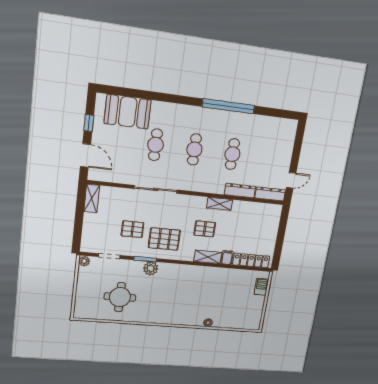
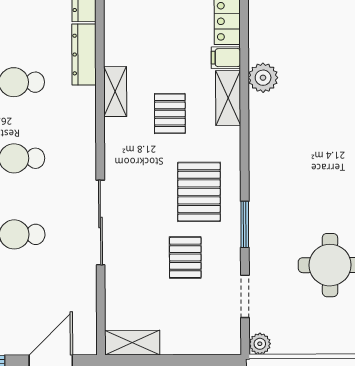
plant: (151, 268) -> (263, 78), moved

